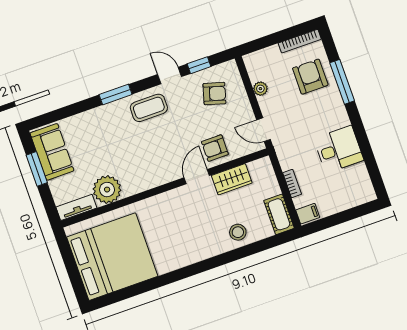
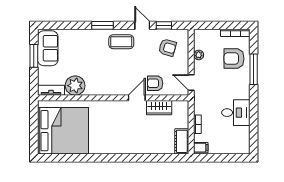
armchair: (310, 77) -> (234, 59), turned -90
stool: (238, 232) -> (151, 144), removed

